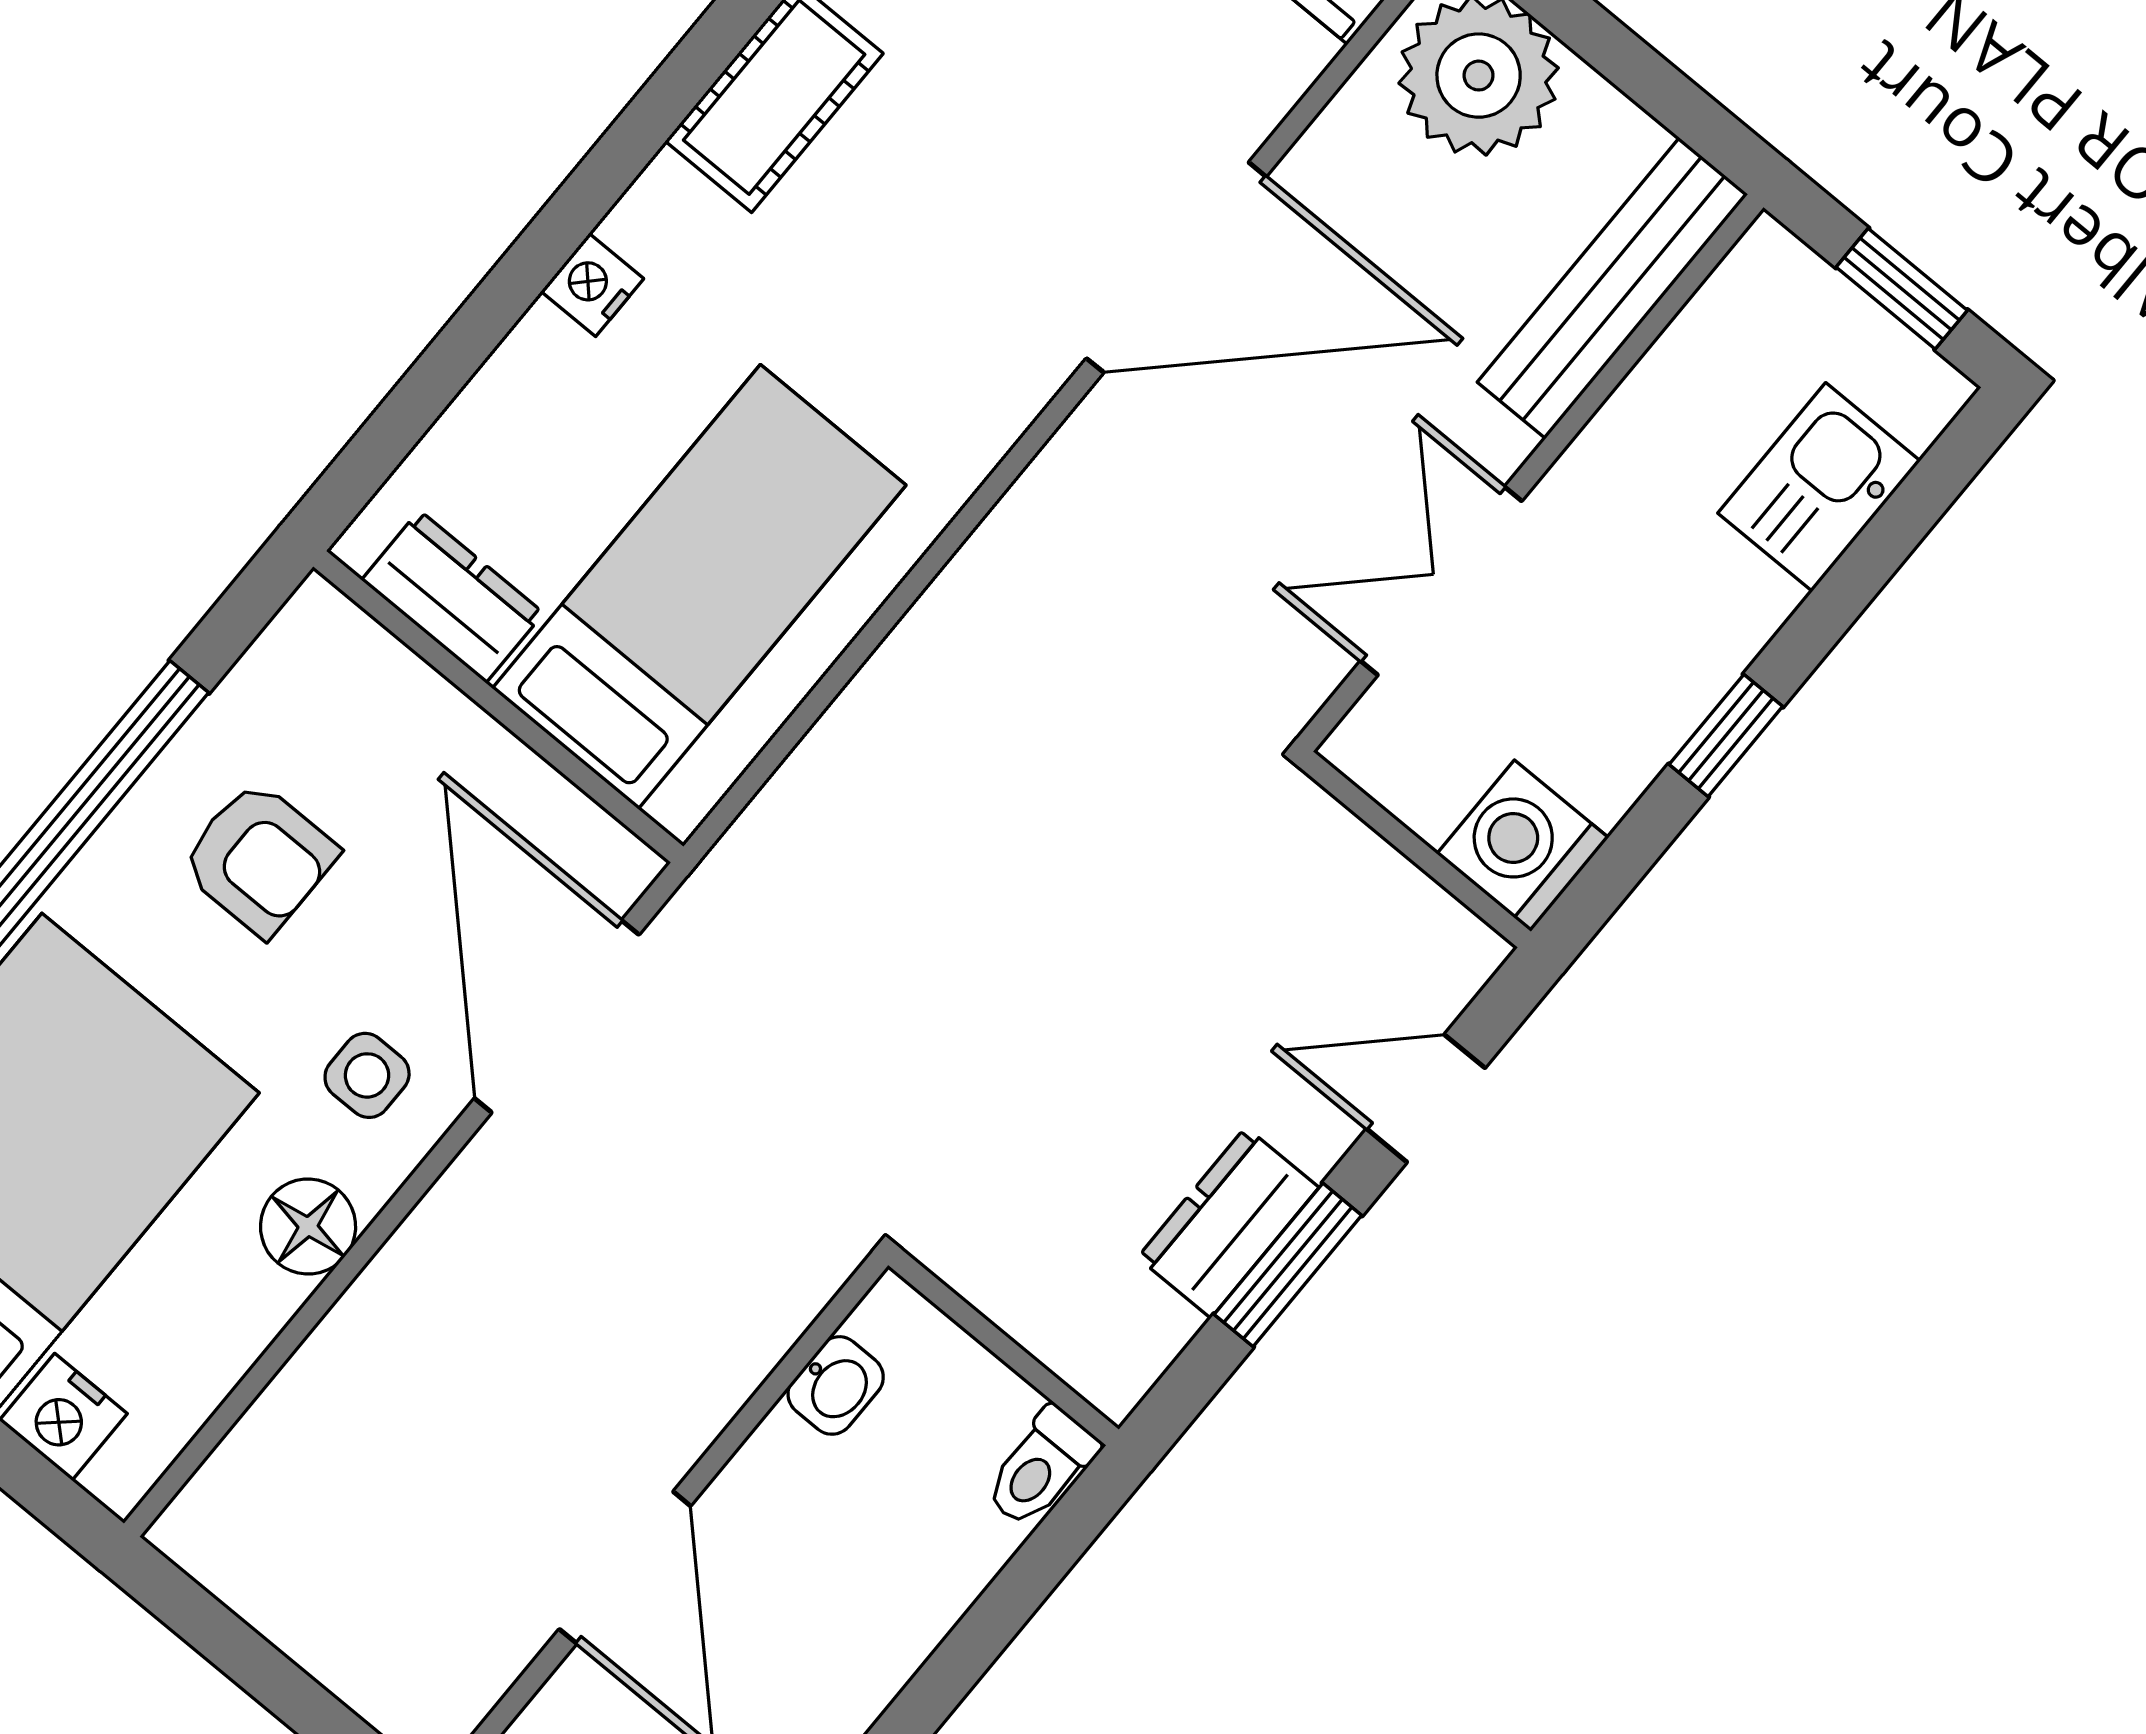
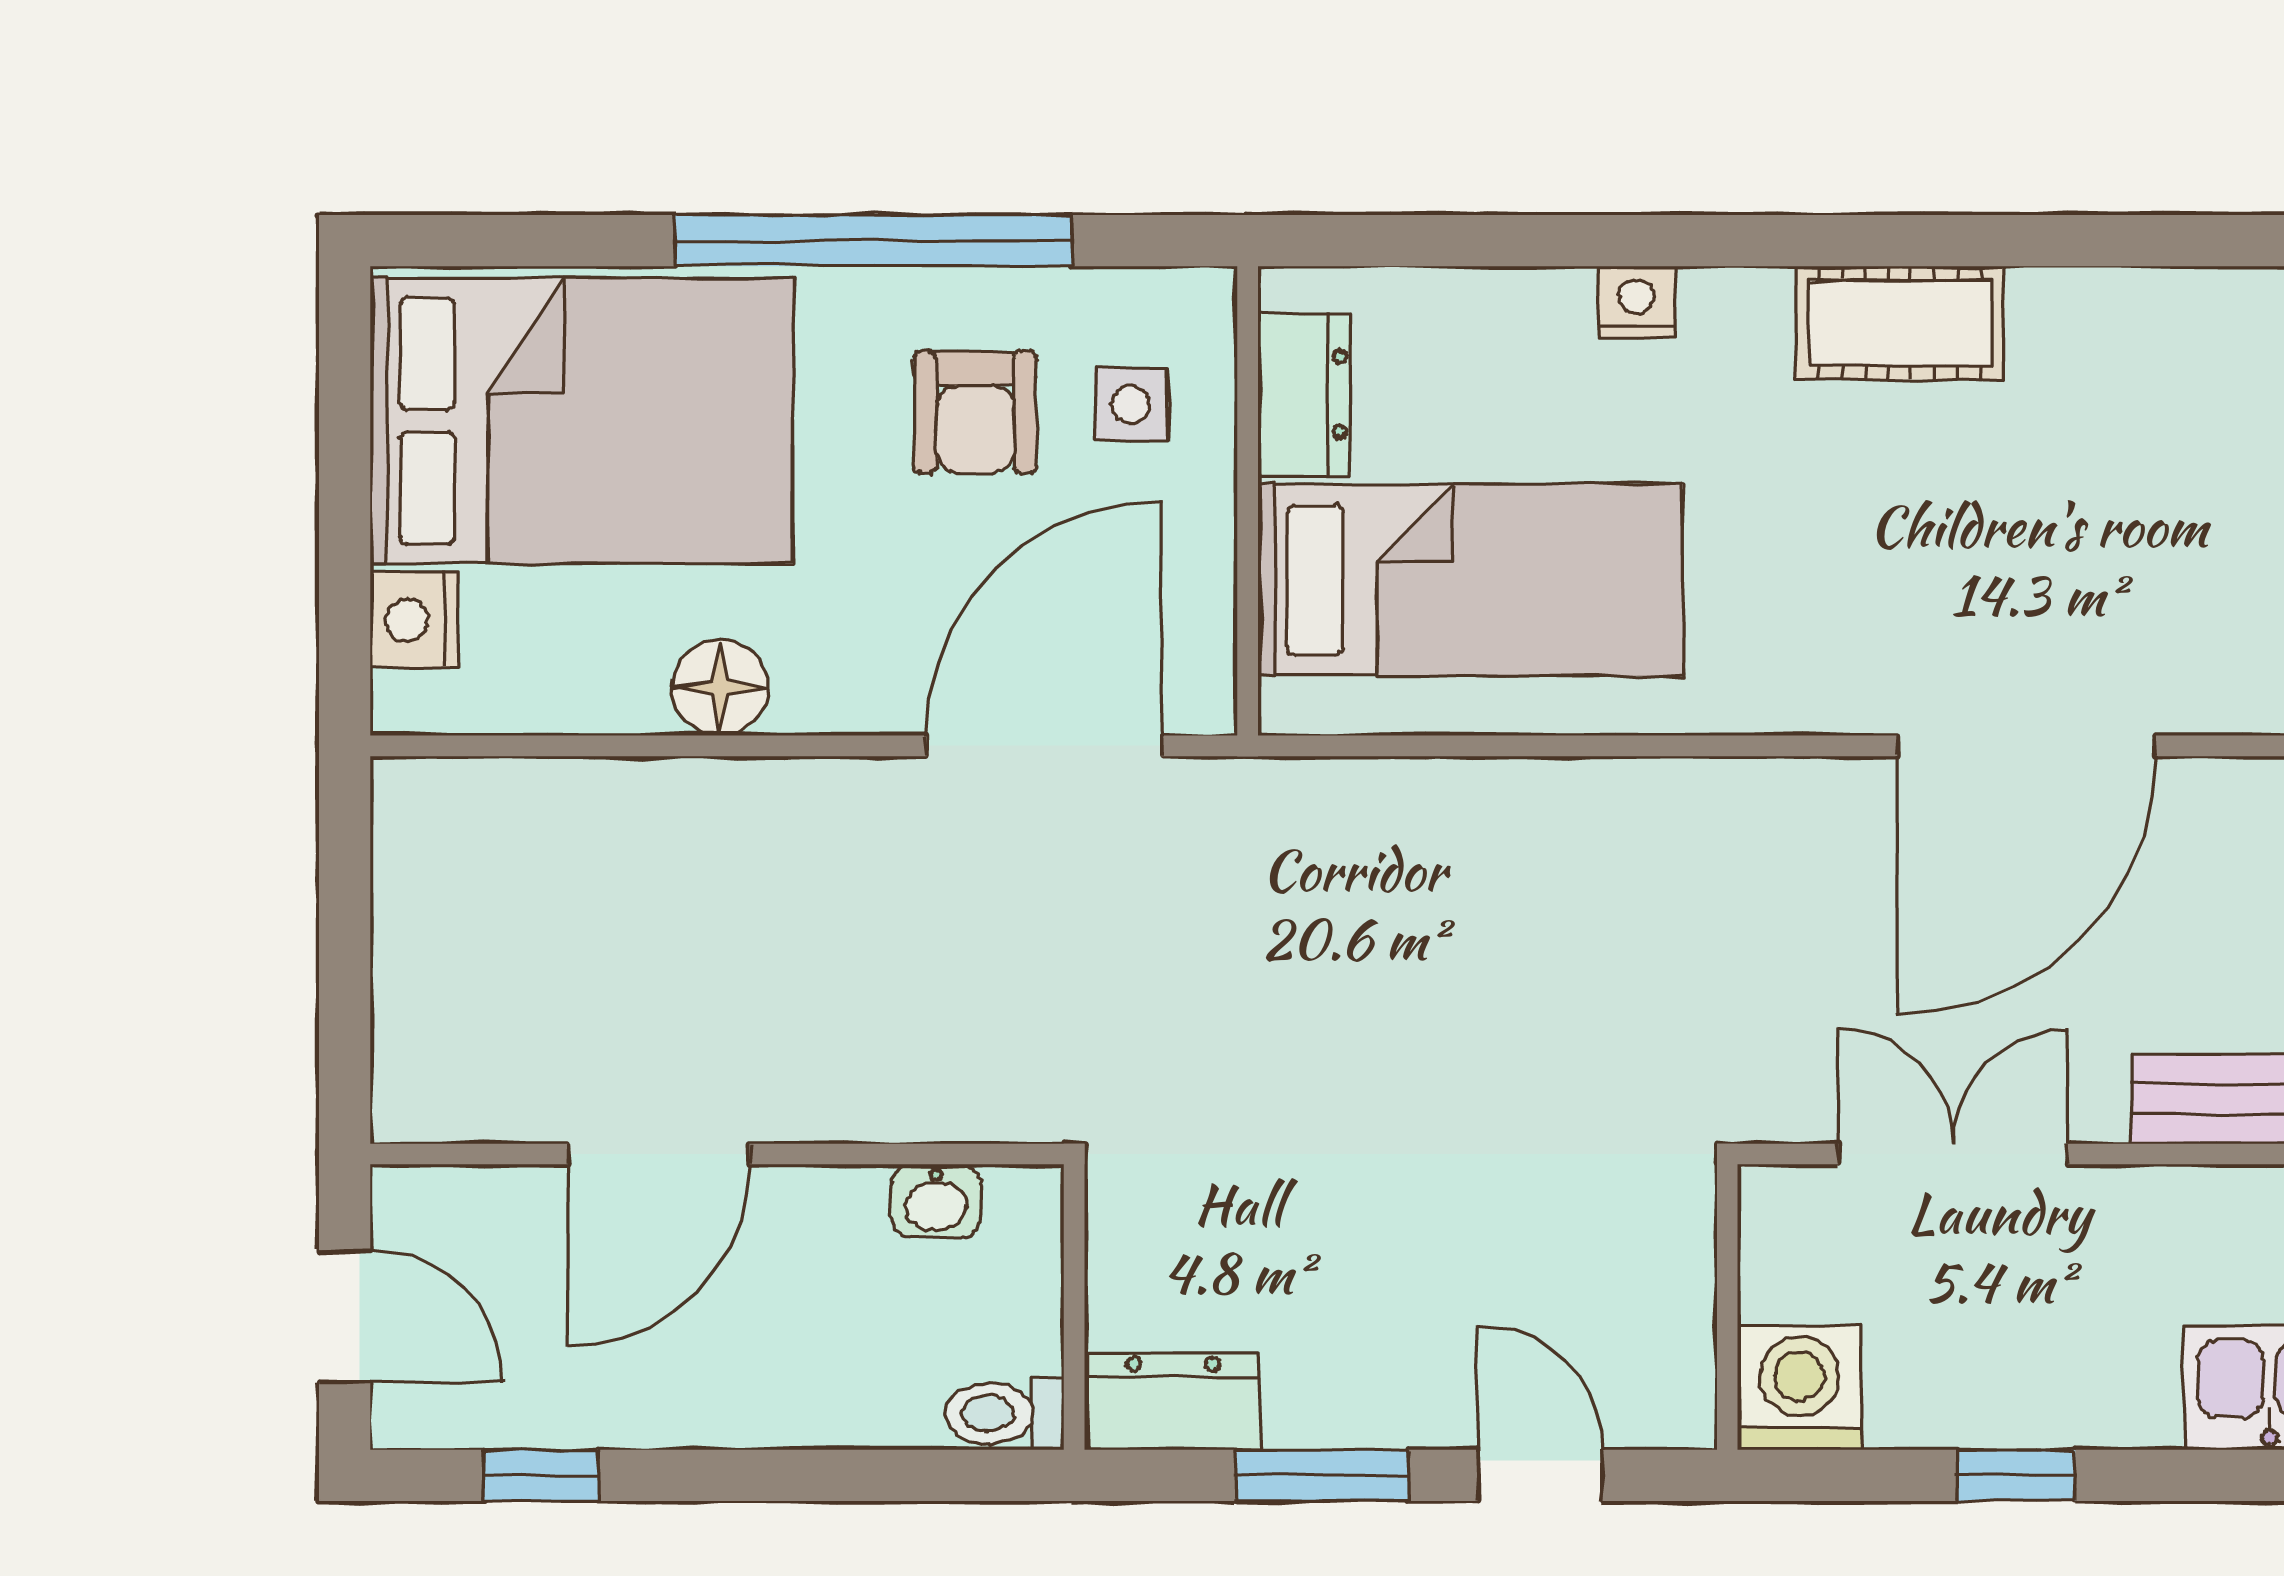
door: (1176, 267) -> (2026, 746), hinge flipped
side table: (367, 1075) -> (1131, 405), moved
dresser: (1228, 1222) -> (1173, 1402), moved

